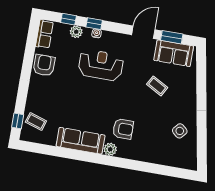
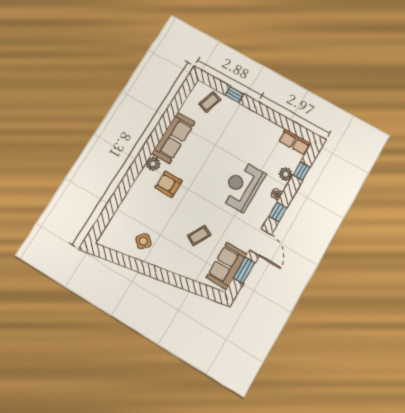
window: (94, 24) -> (278, 212), moved
armchair: (44, 65) -> (263, 130), removed
reception desk: (101, 65) -> (242, 186), turned 180
window: (18, 121) -> (235, 95), moved
armchair: (123, 129) -> (169, 184), turned 90

